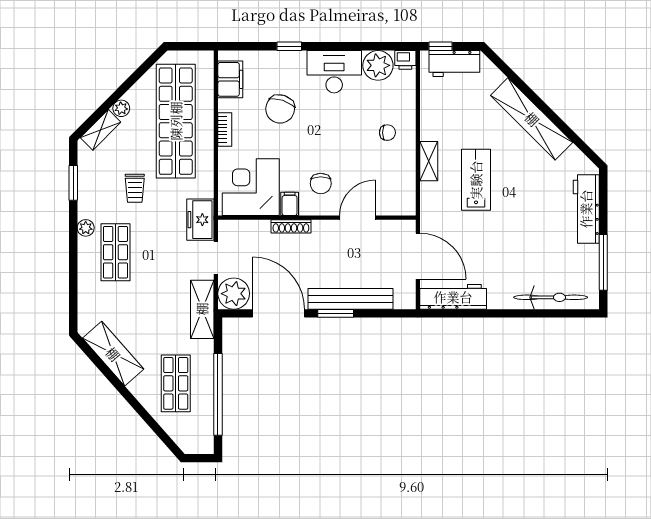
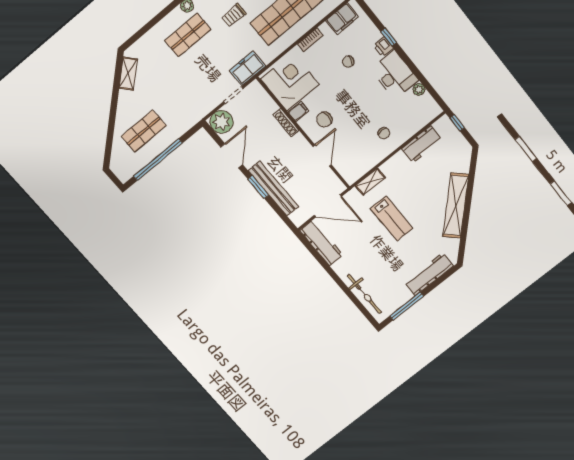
printer: (405, 60) -> (383, 47), moved
workbench: (454, 63) -> (422, 144), moved, turned -90
plant: (378, 65) -> (419, 89), width x0.53, depth x0.53
chair: (280, 109) -> (348, 62), width x0.54, depth x0.54
shelving: (429, 161) -> (370, 182), moved
lab bench: (476, 180) -> (392, 218), moved, turned 90
door: (358, 218) -> (322, 156), hinge flipped
door: (418, 256) -> (328, 206), hinge flipped
shelving: (202, 309) -> (198, 112), removed
door: (278, 313) -> (232, 156), width x0.73
shelving: (113, 354) -> (128, 74), width x0.67, depth x0.75

